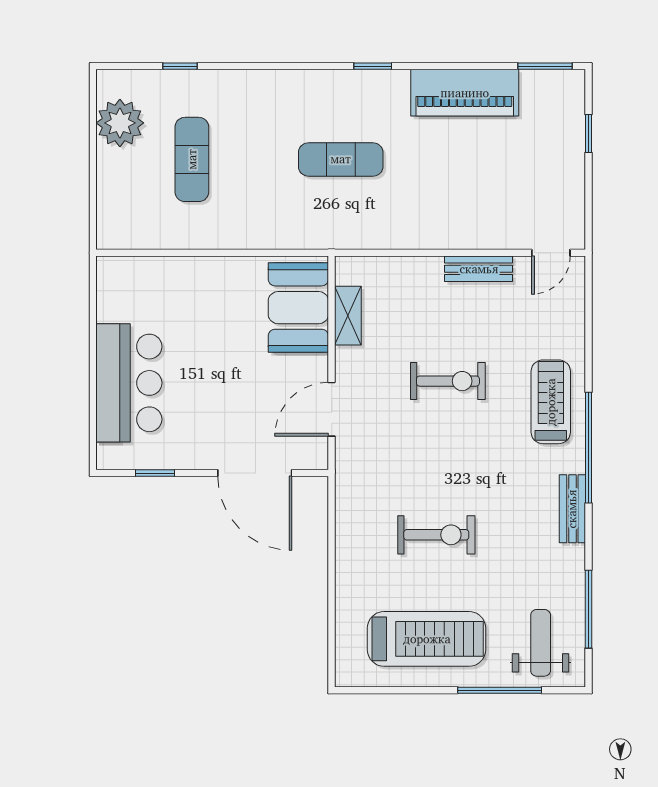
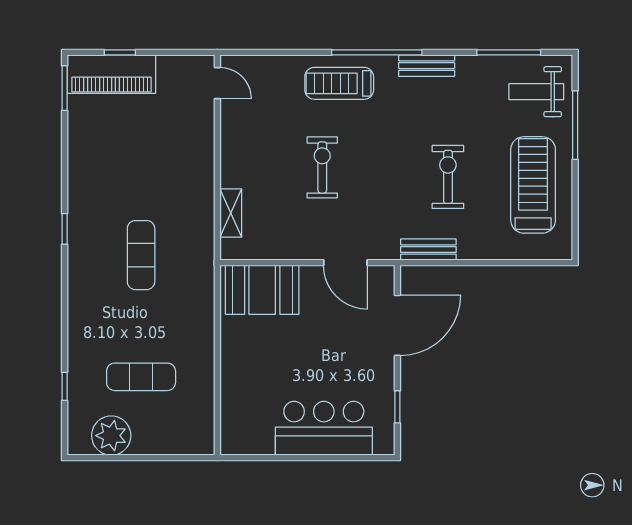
piano: (465, 93) -> (112, 74), moved, turned 90
bench: (479, 269) -> (428, 249), moved, turned 90
shelving: (348, 316) -> (231, 213), moved, turned 90

